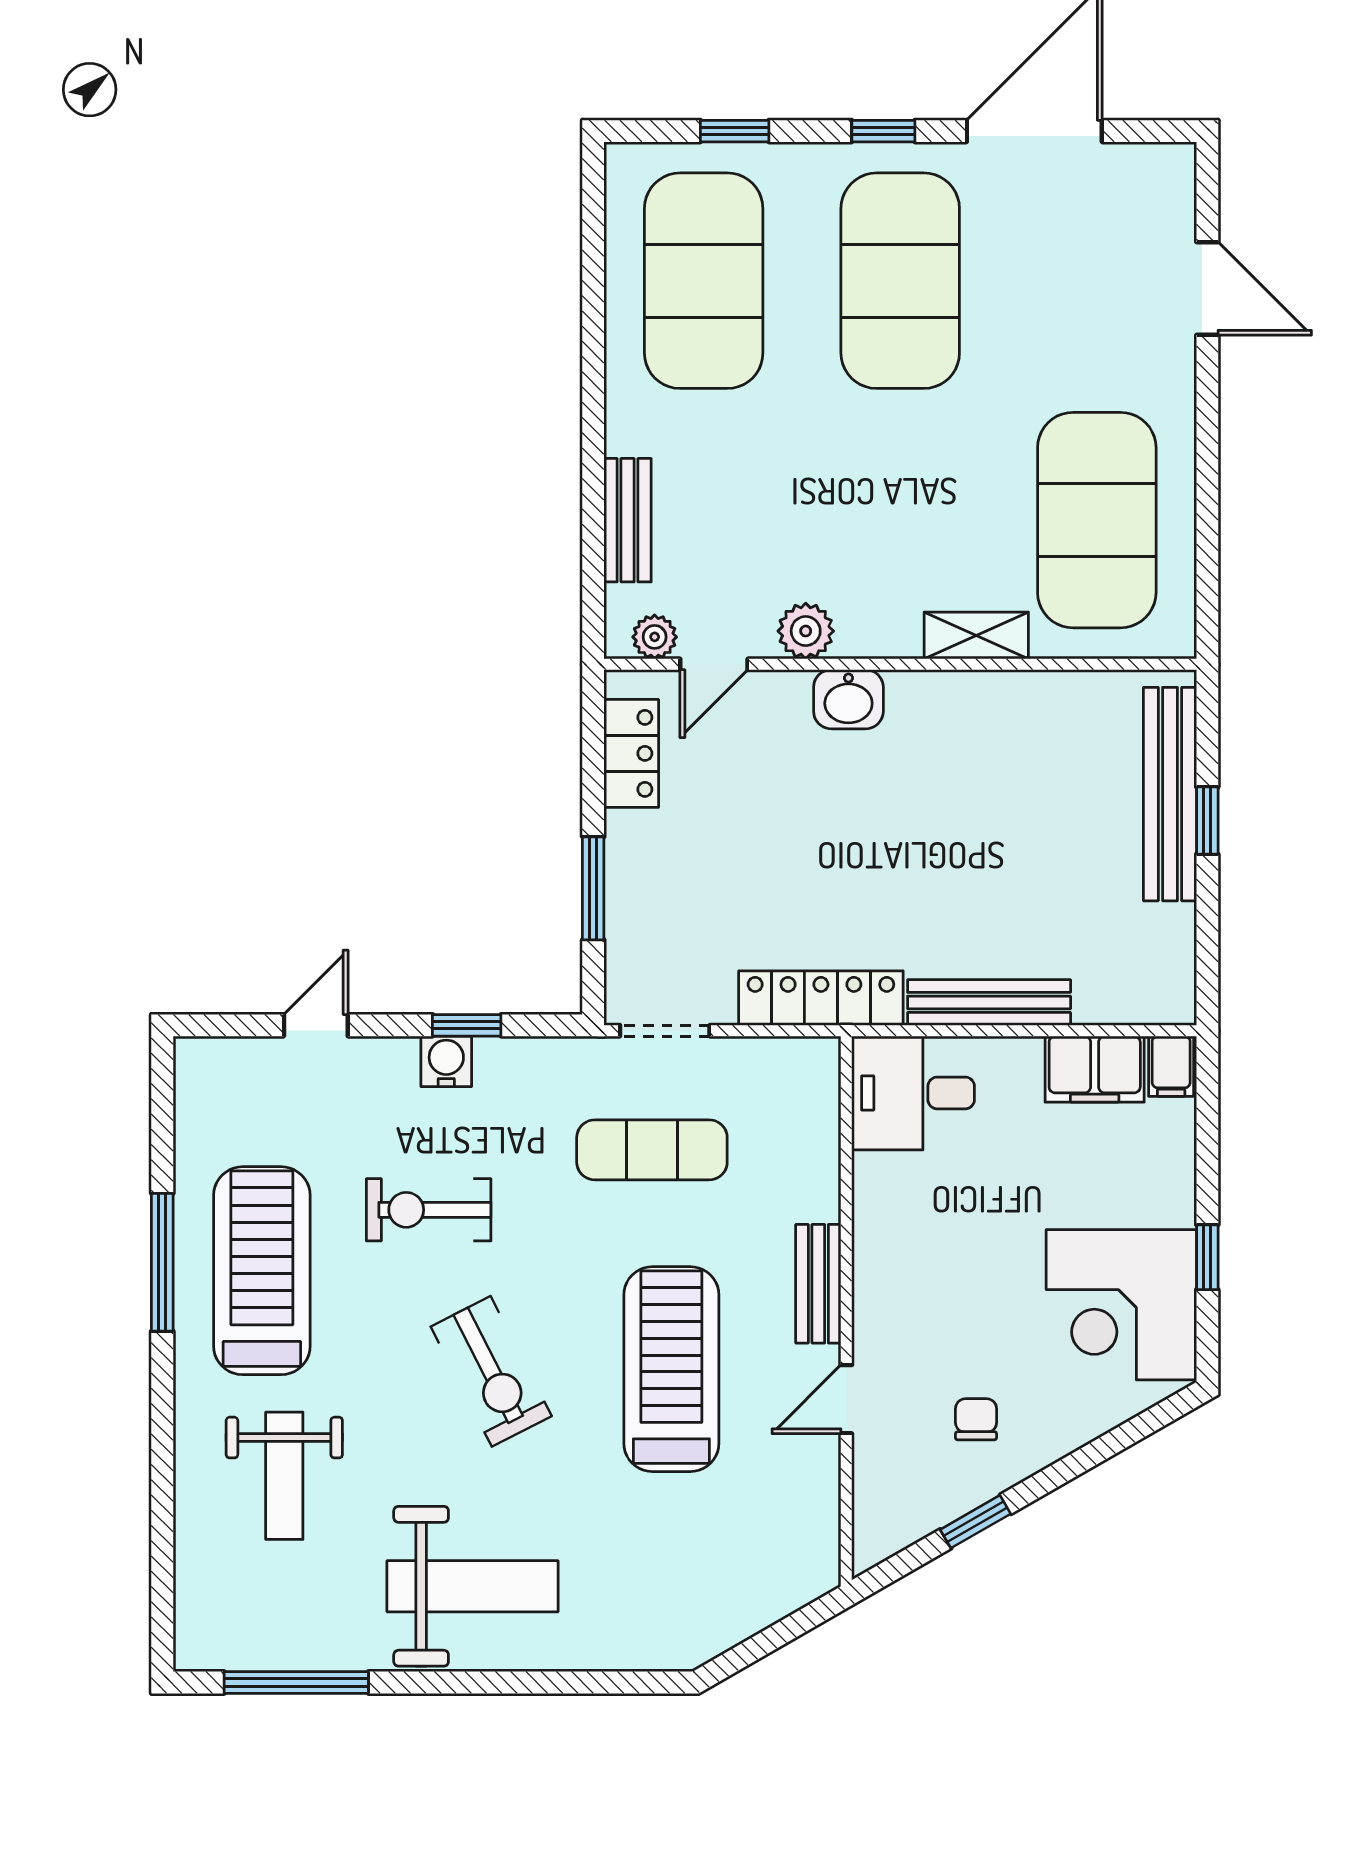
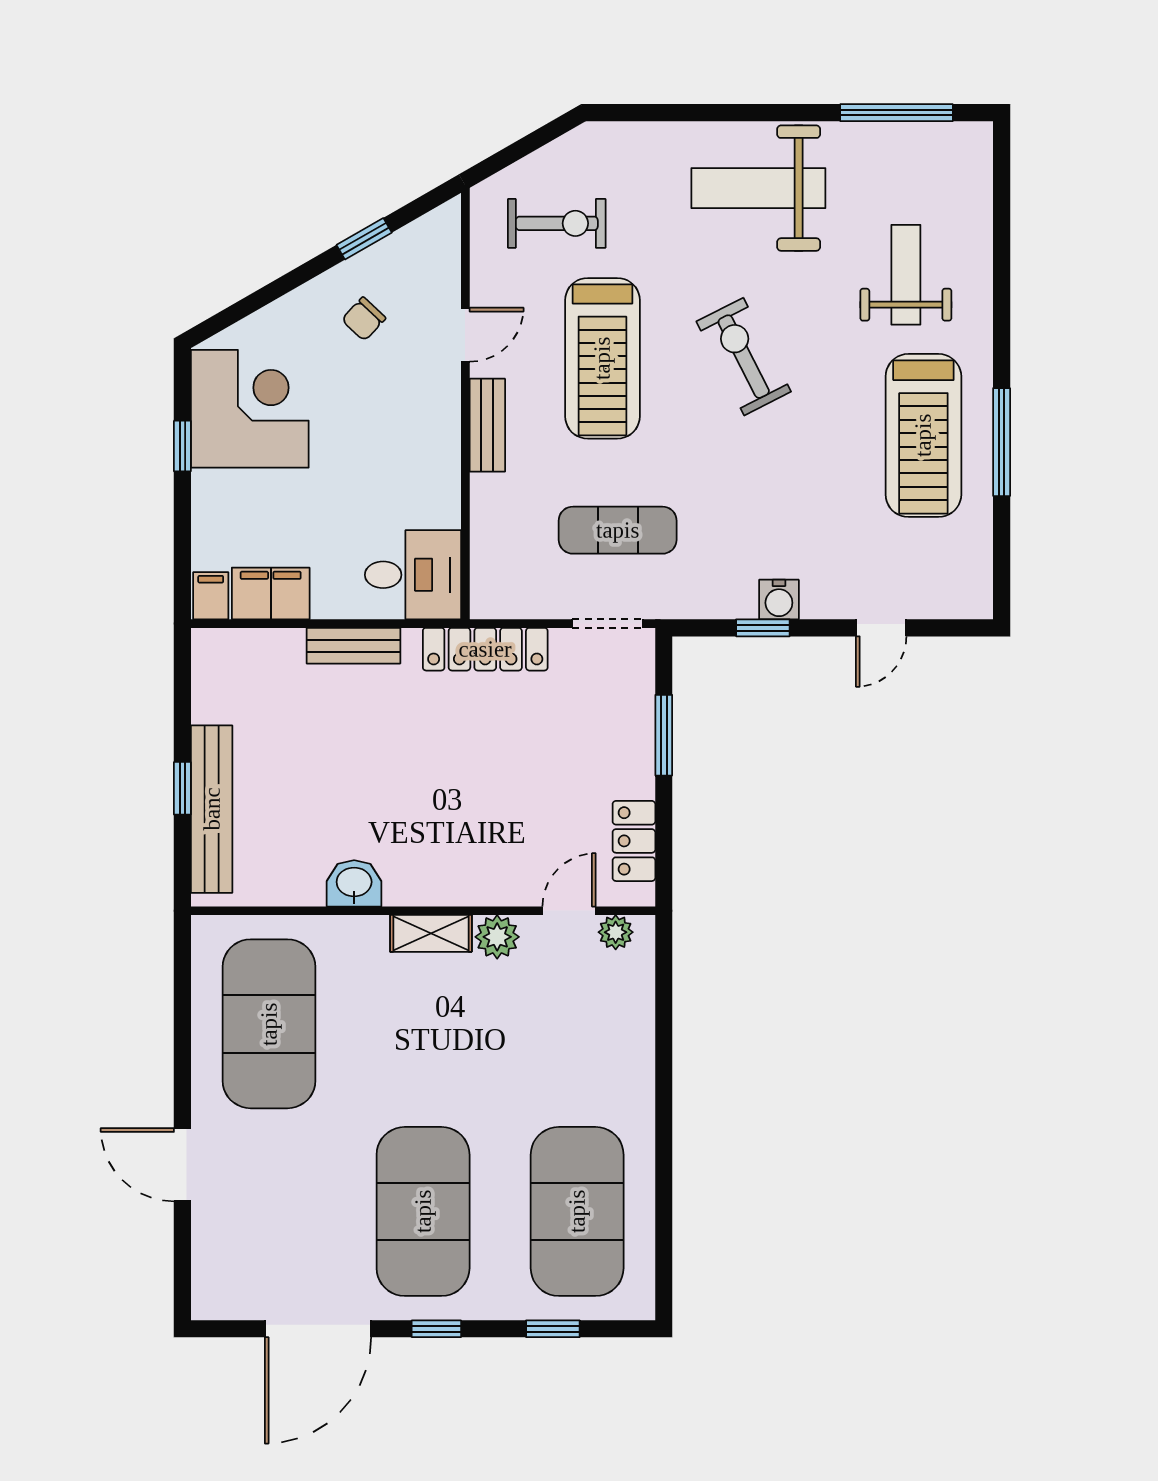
door: (1207, 288) -> (182, 1165), moved
bench: (628, 520) -> (637, 1024), removed
shelving: (976, 635) -> (431, 933), moved
washbasin: (848, 699) -> (354, 883), moved
bench: (989, 1002) -> (353, 646), width x0.73
exercise bike: (429, 1210) -> (557, 223), moved
chair: (976, 1419) -> (364, 319), turned 43

